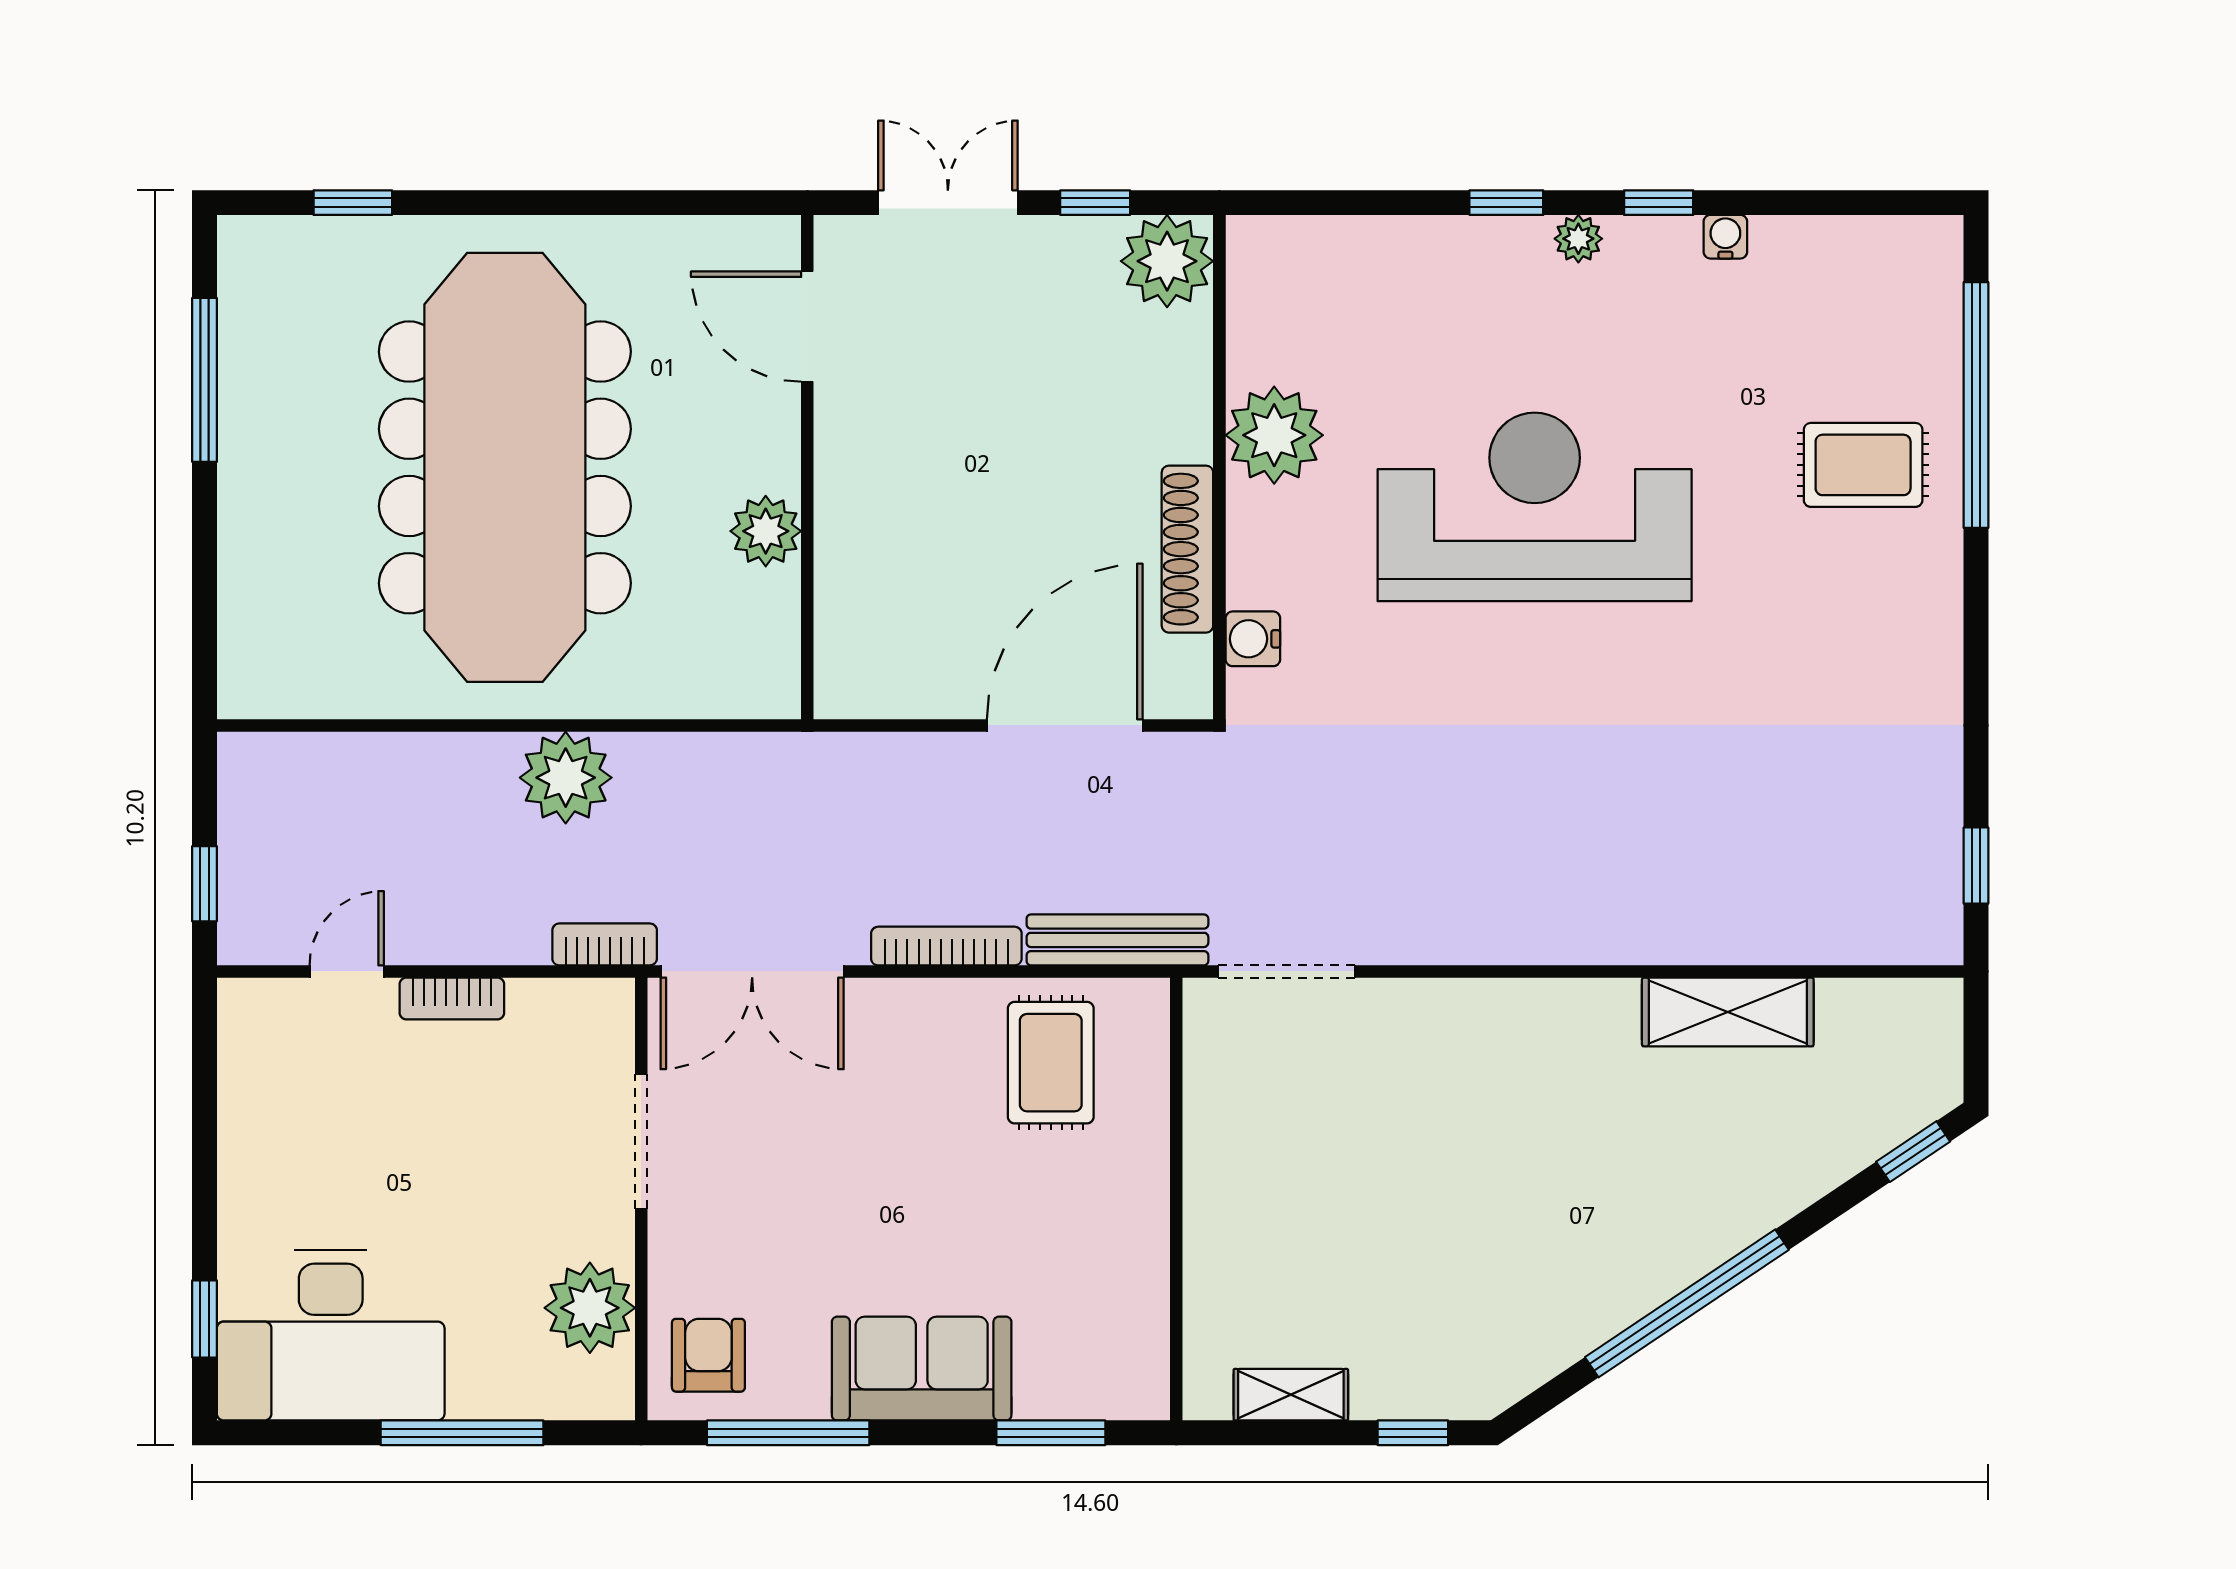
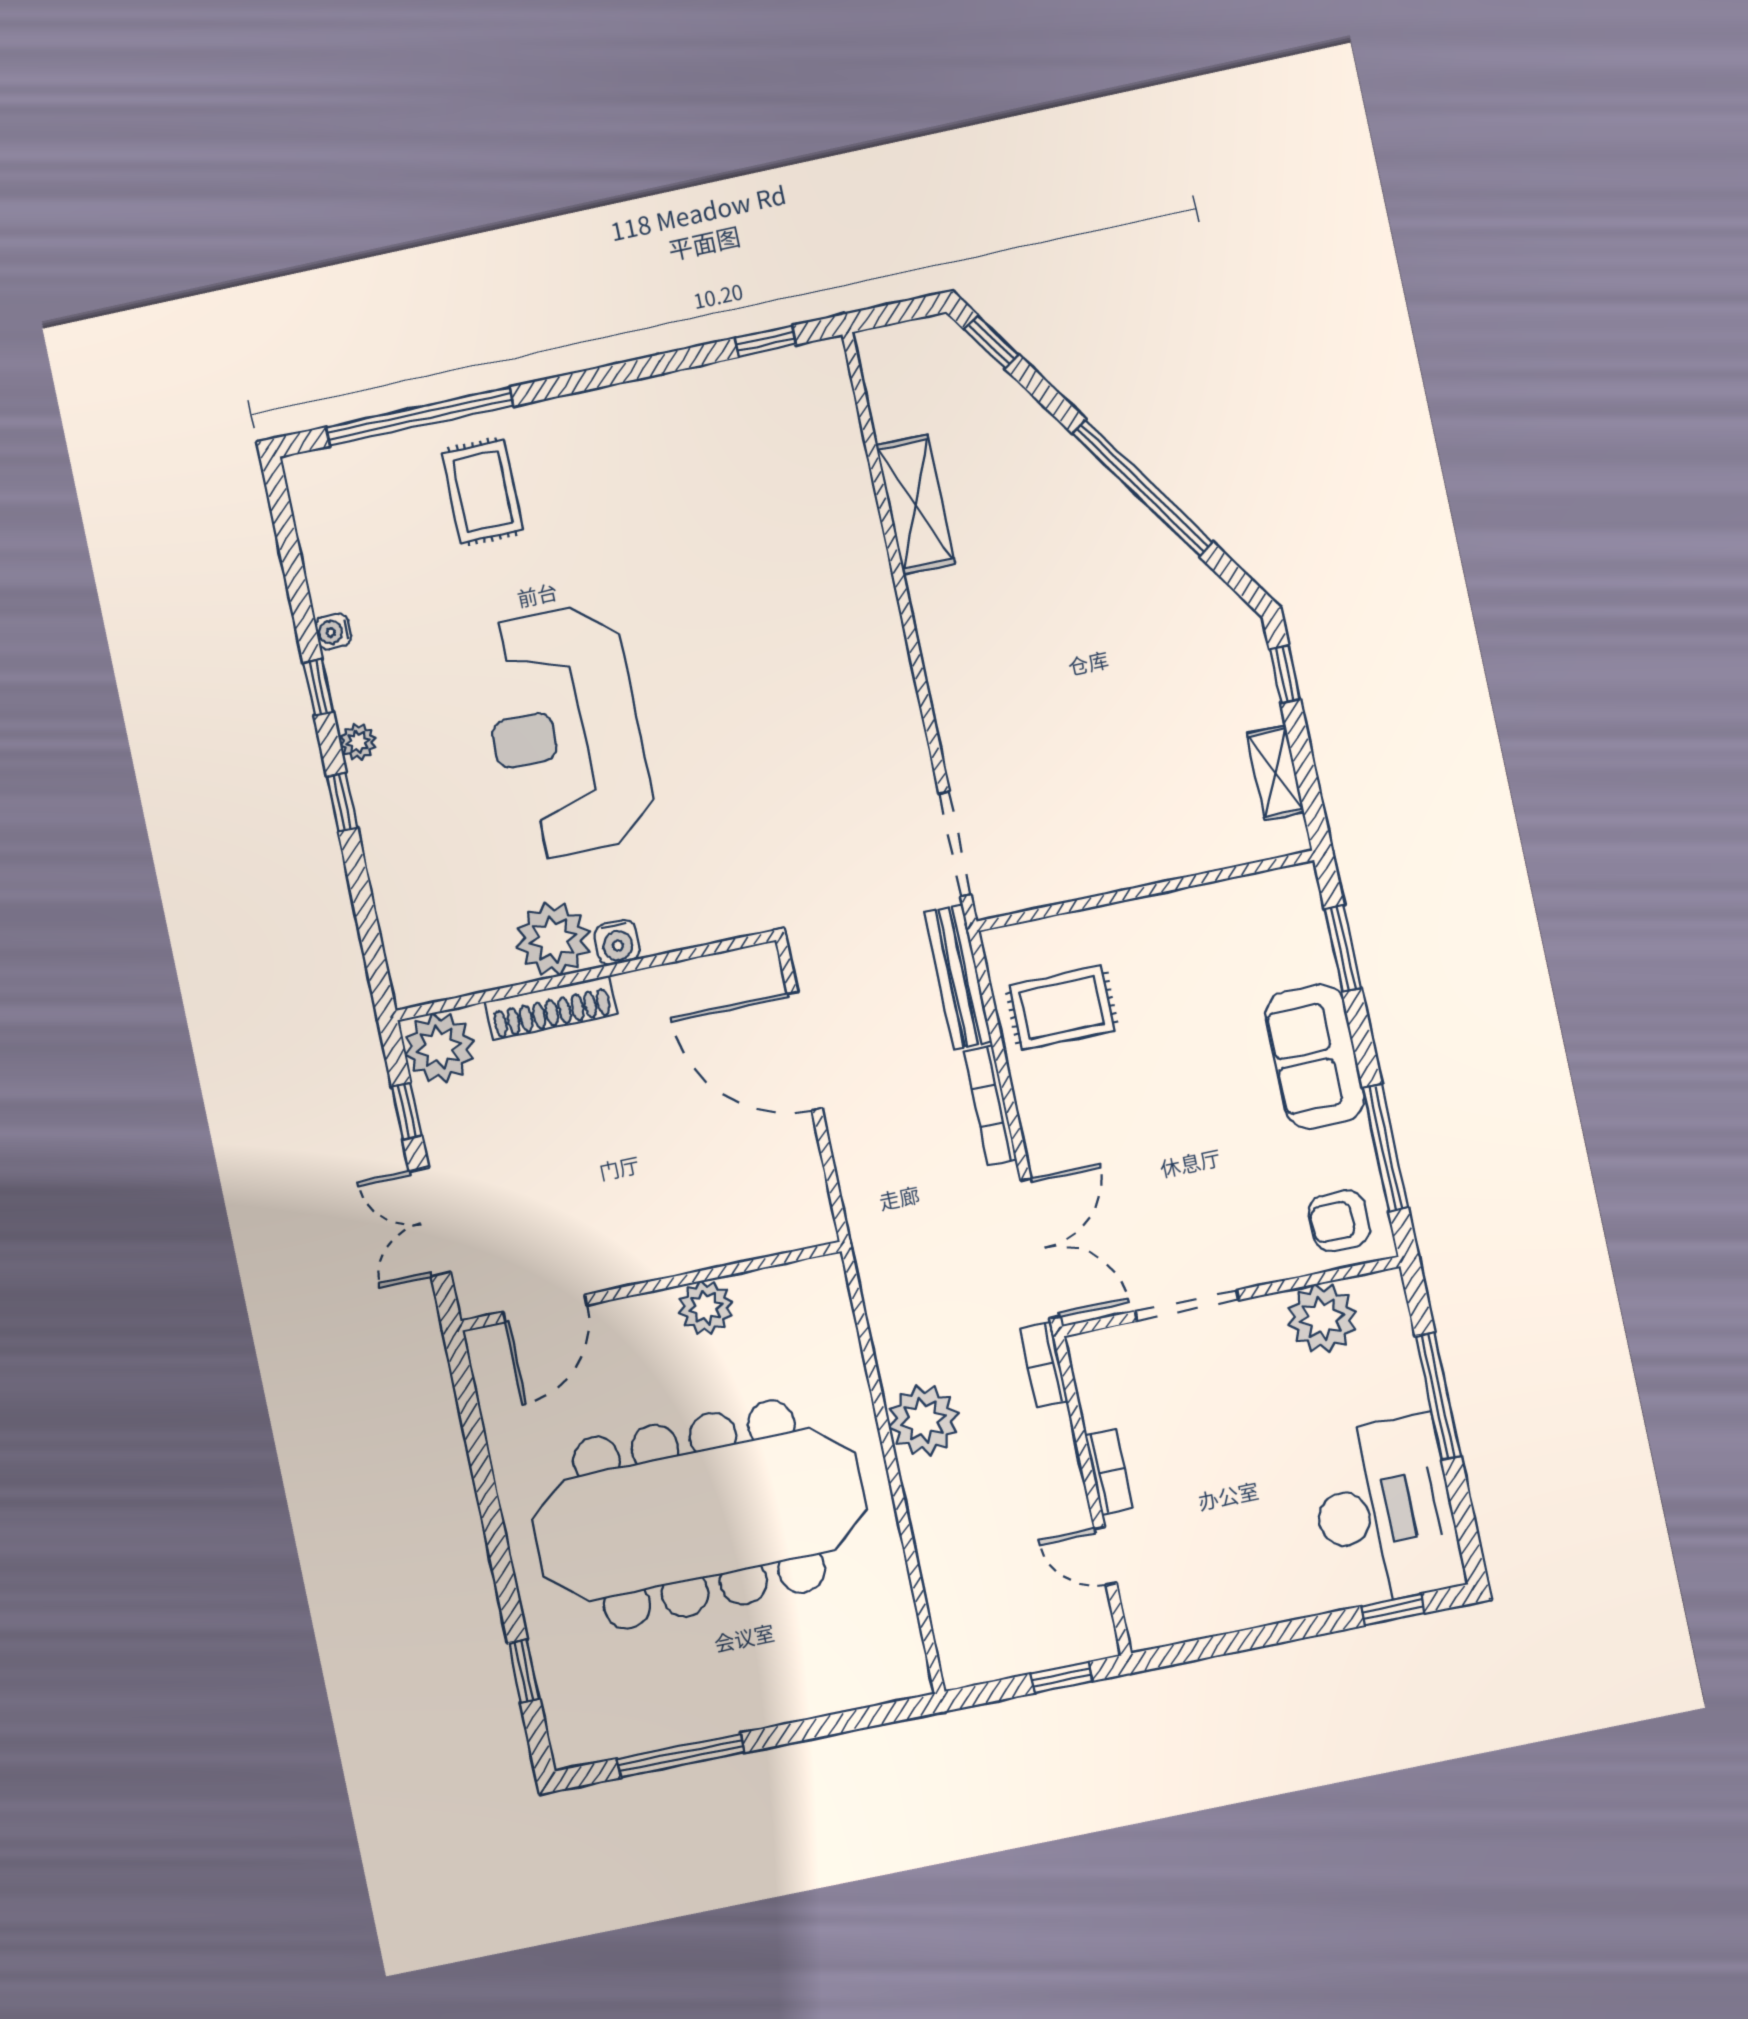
shoe rack: (1187, 549) -> (551, 1008), moved
water cooler: (1253, 639) -> (617, 942), moved

